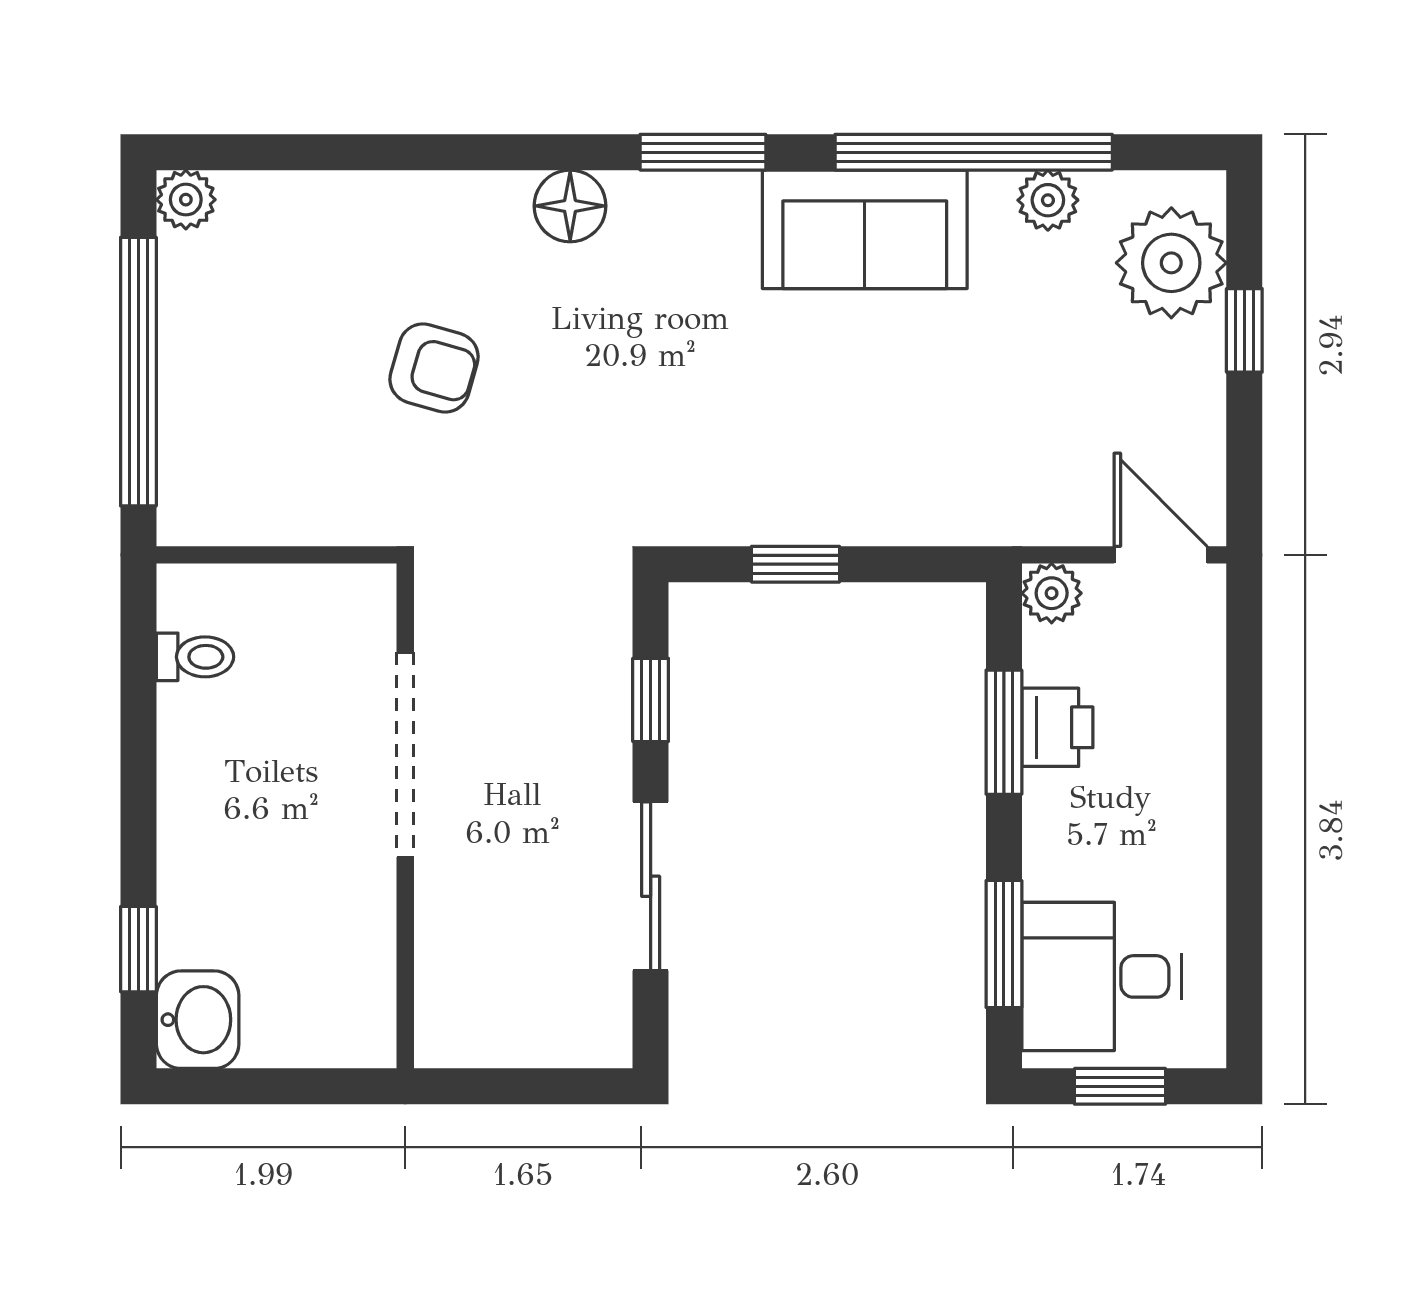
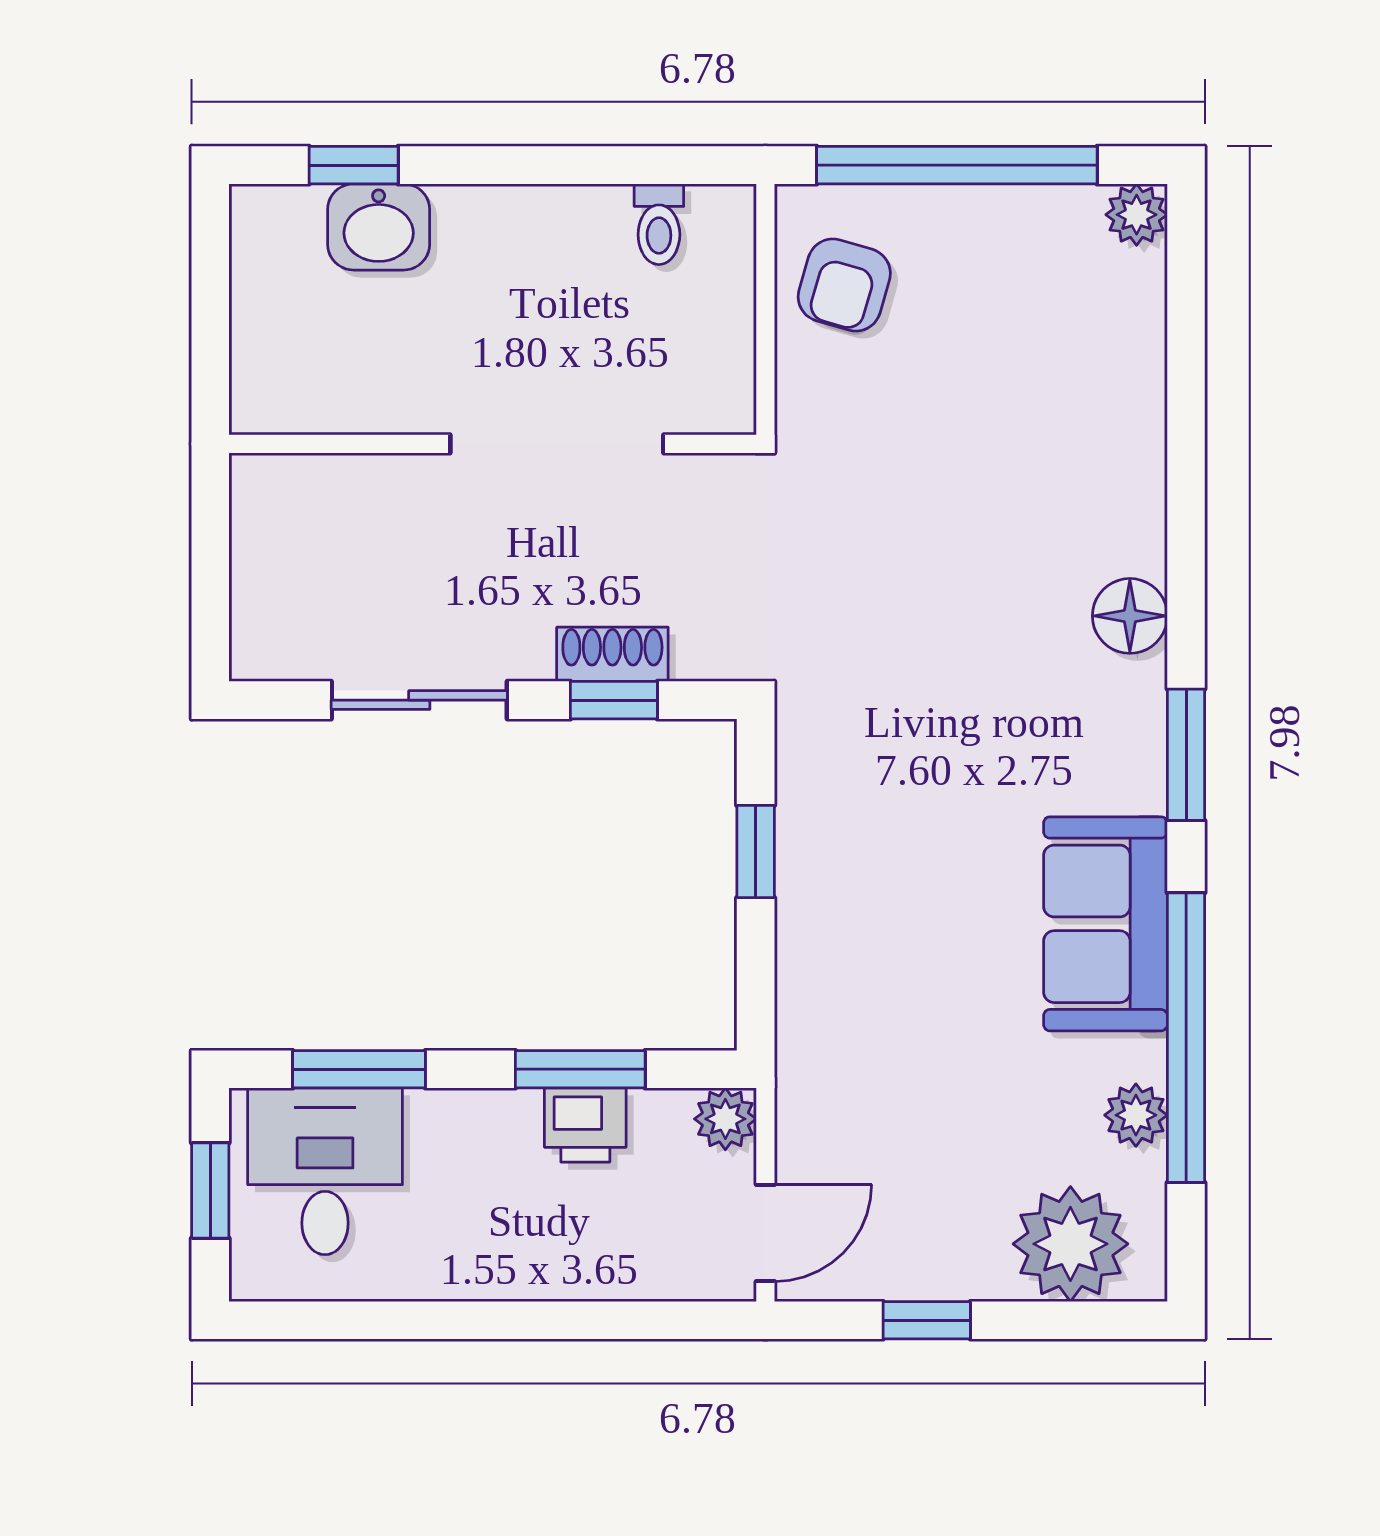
window: (1244, 330) -> (927, 1320), moved
armchair: (434, 368) -> (844, 285), moved
shoe rack: (607, 701) -> (612, 654), added
washbasin: (198, 1020) -> (379, 227), moved

